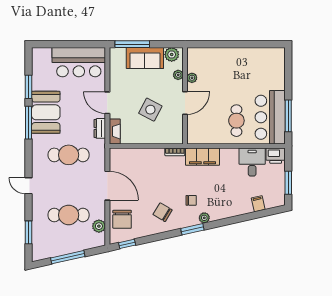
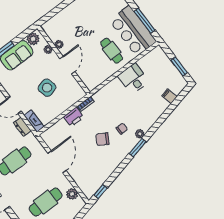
side table: (150, 110) -> (47, 88), turned 45
printer: (276, 156) -> (74, 117), moved
filing cabinet: (203, 157) -> (107, 93), removed
desk: (252, 162) -> (133, 79), moved
door: (107, 186) -> (57, 162), hinge flipped
chair: (163, 212) -> (102, 139), moved
chair: (122, 219) -> (84, 177), removed

